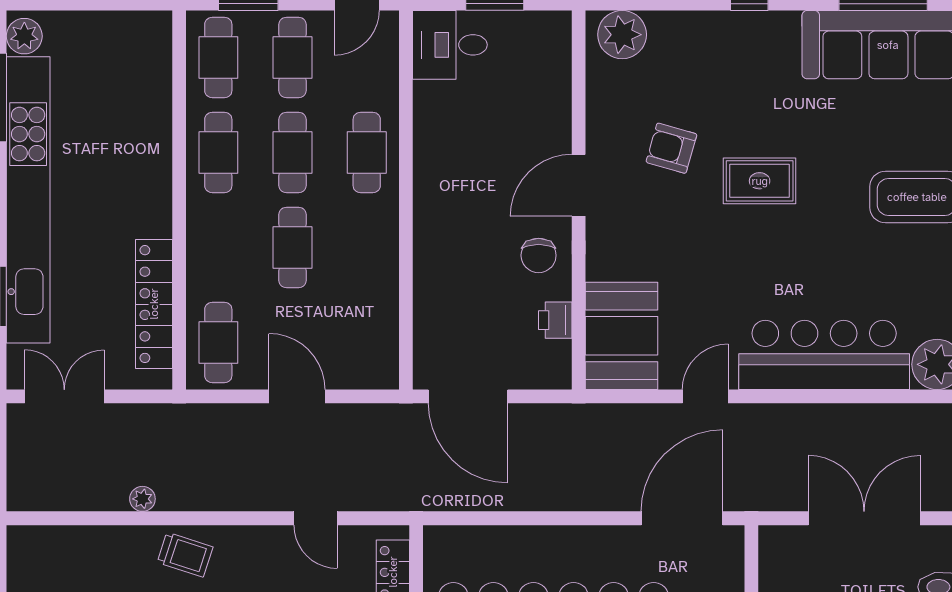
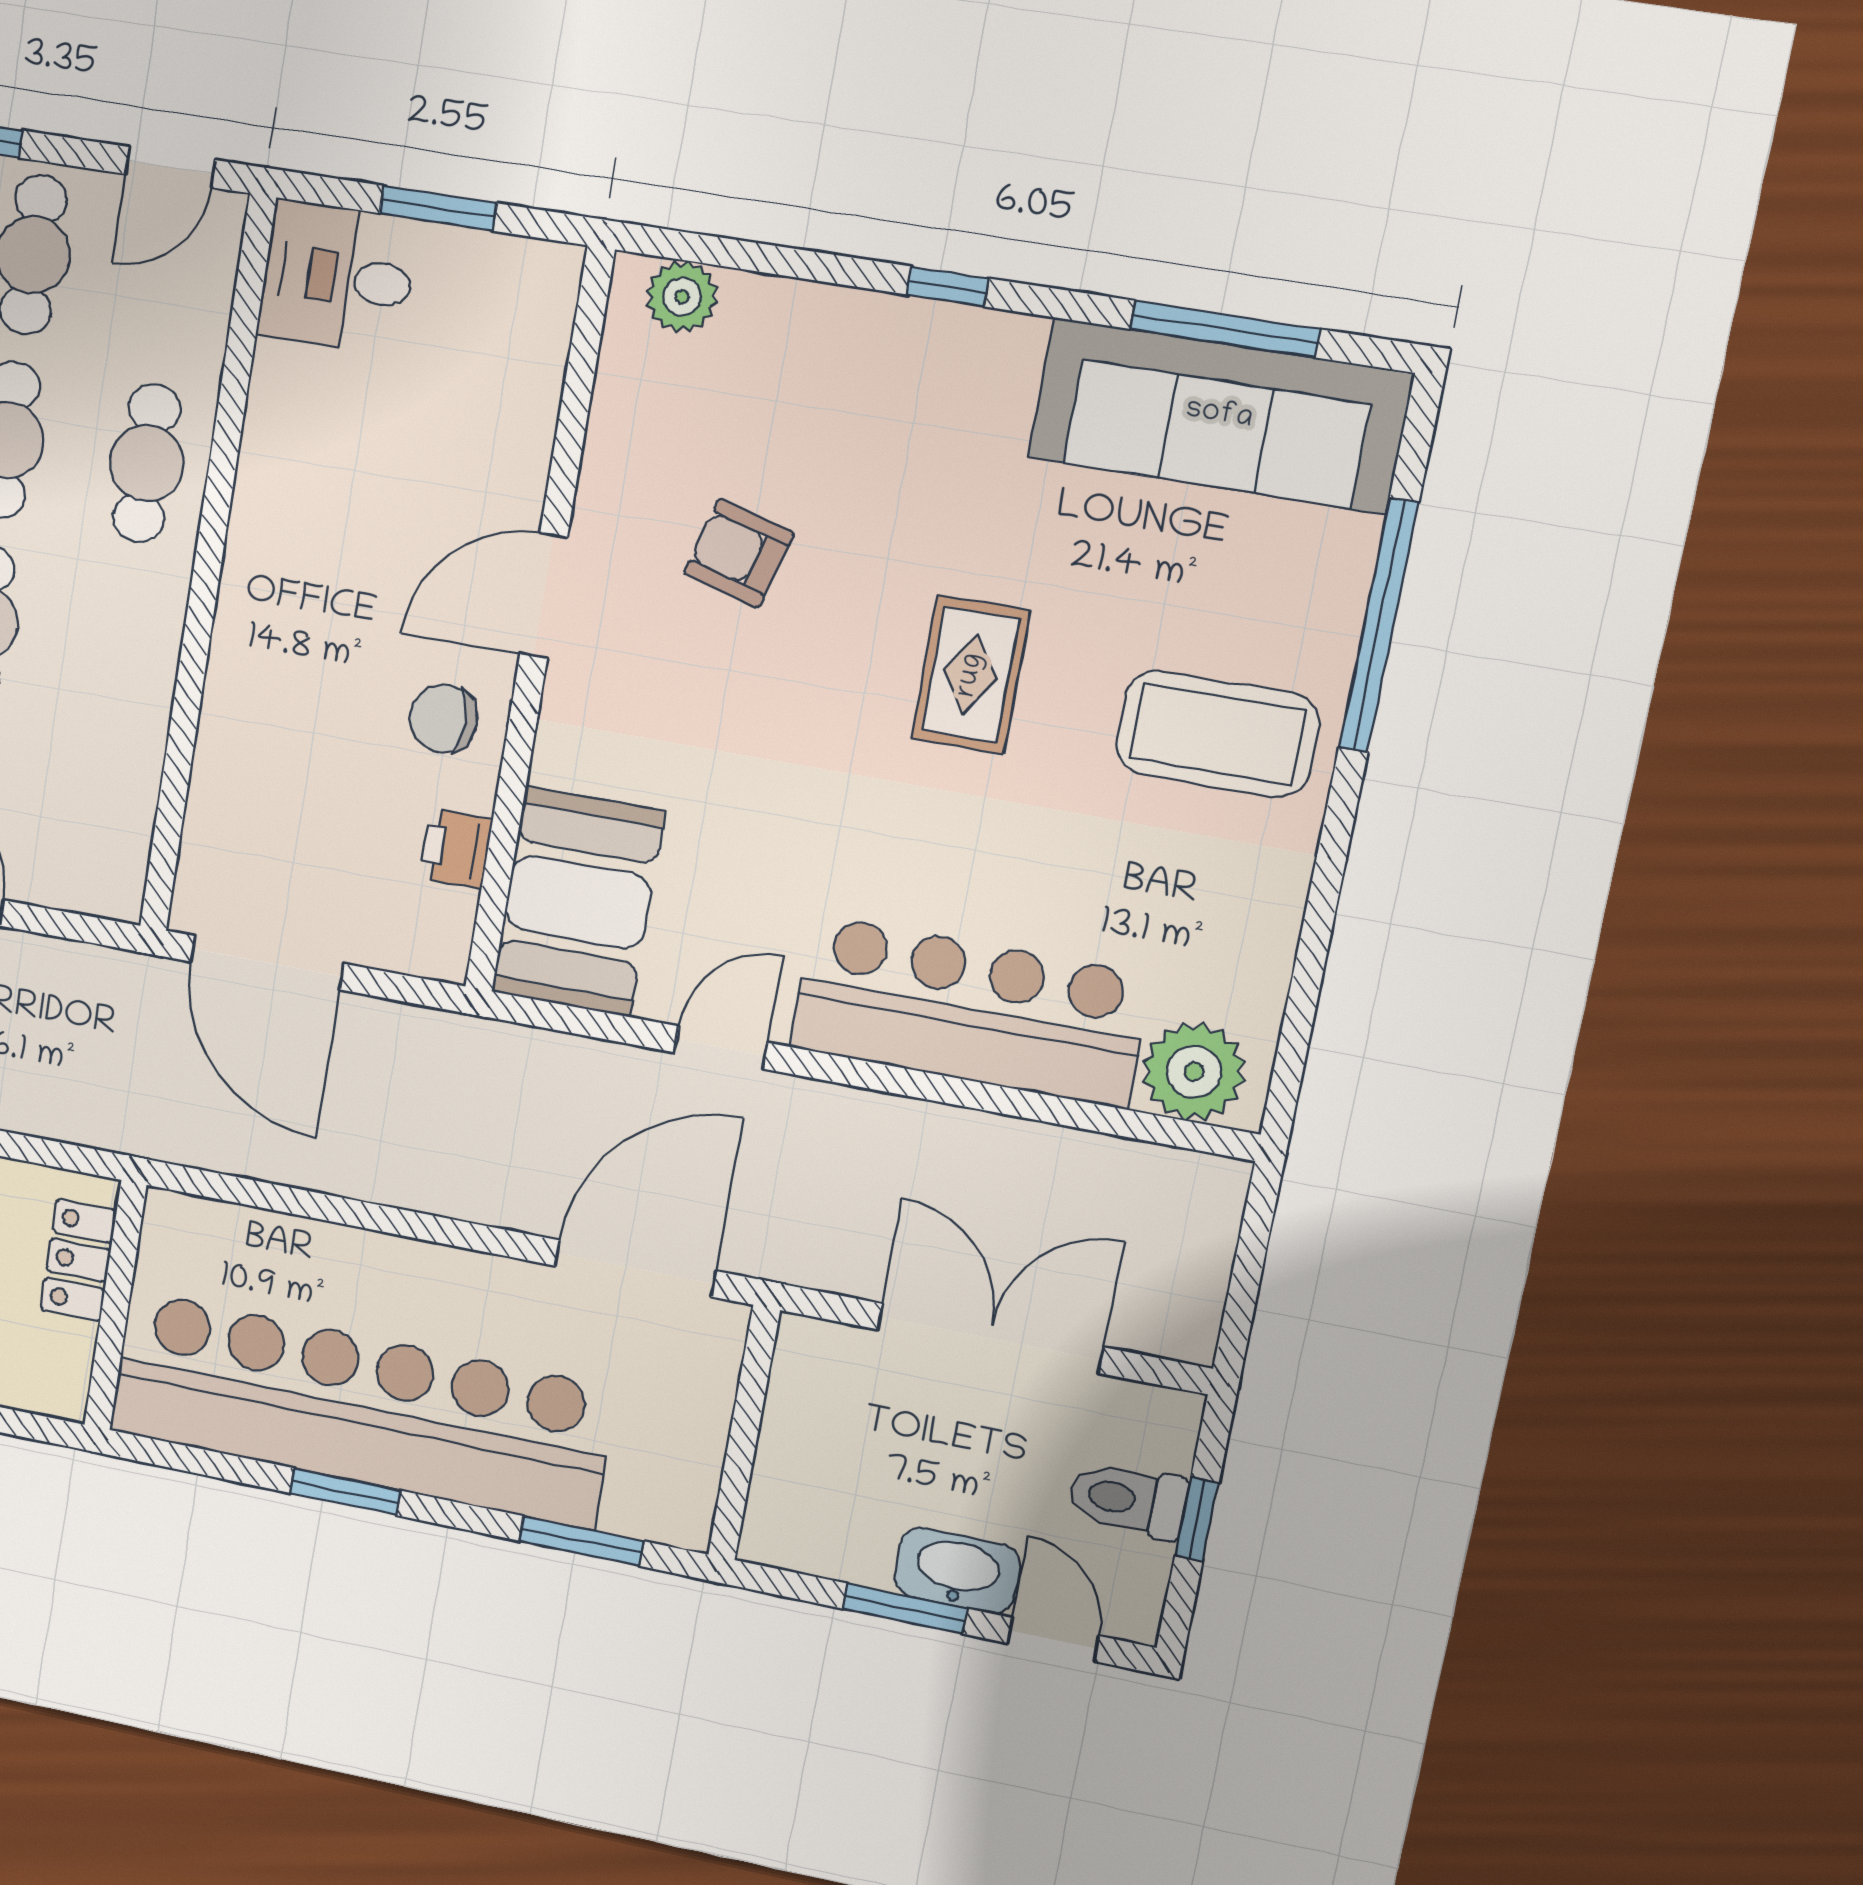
plant: (622, 35) -> (682, 297), width x0.73, depth x0.73
rug: (760, 181) -> (971, 675), moved, turned 90
chair: (539, 255) -> (444, 719), turned 90

